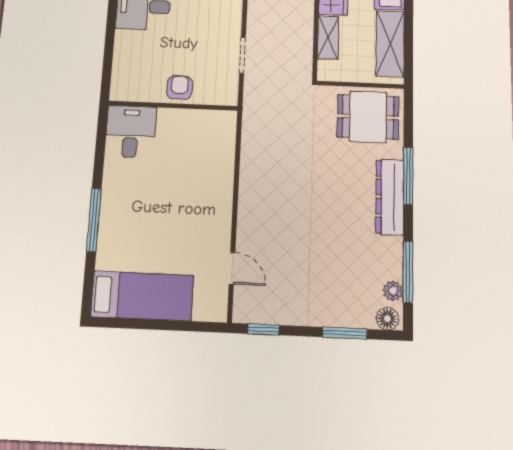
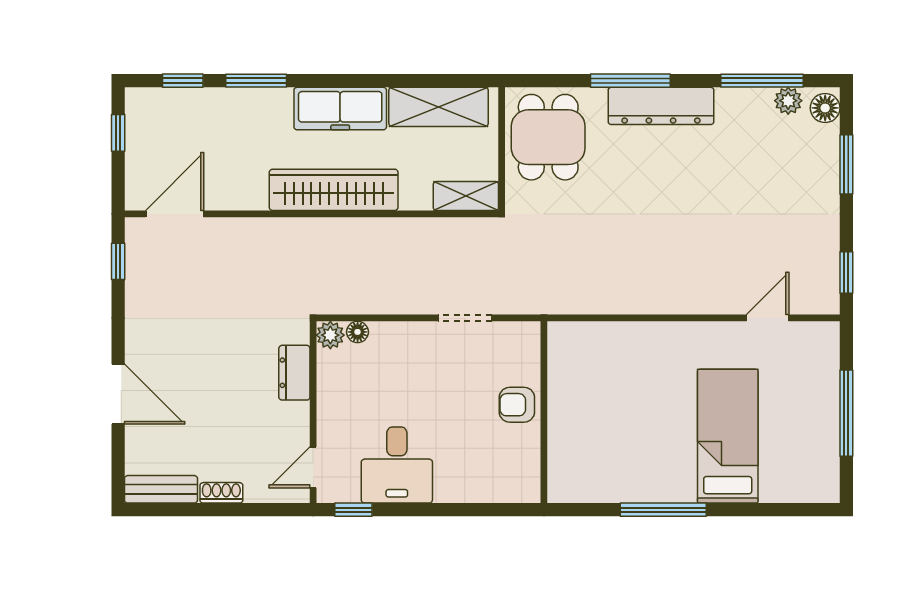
shelving: (328, 38) -> (466, 196), moved
desk: (131, 132) -> (584, 469), removed
window: (94, 220) -> (663, 510), moved
bed: (142, 296) -> (728, 436), moved
window: (158, 325) -> (846, 413), added

